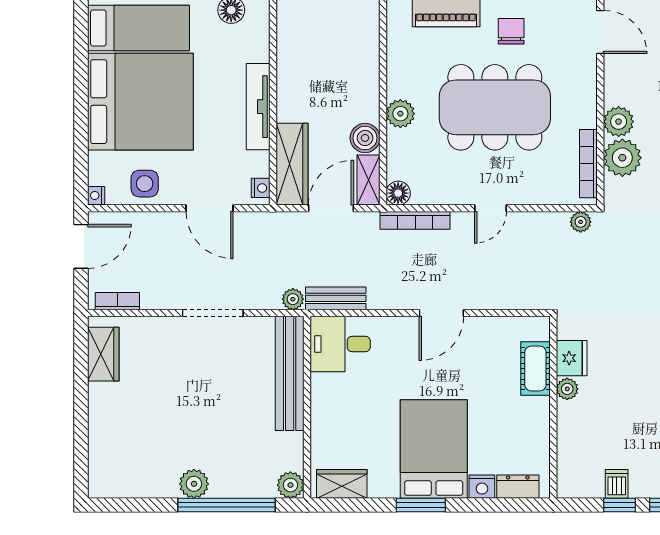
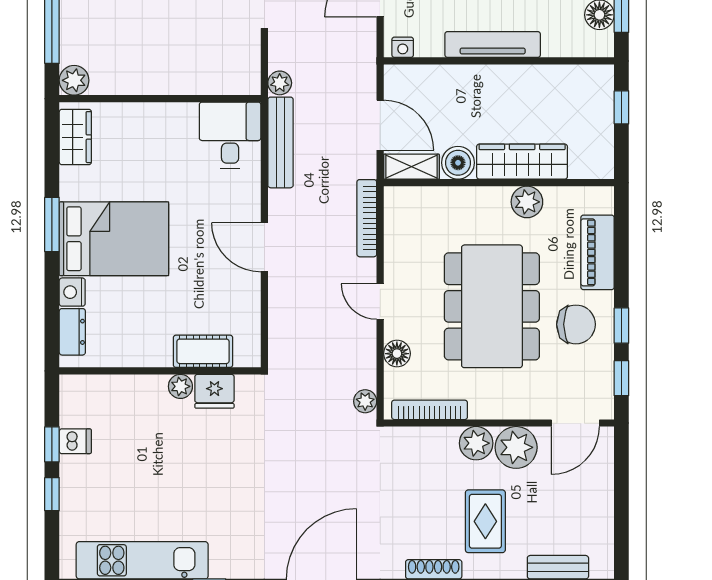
chair: (511, 31) -> (576, 324), width x1.37, depth x1.37
plant: (400, 114) -> (527, 202), moved
plant: (622, 158) -> (516, 447), moved
wardrobe: (292, 164) -> (522, 162), moved, turned 180
floor lamp: (398, 193) -> (397, 354), moved
bench: (336, 298) -> (280, 142), width x1.36
bench: (290, 373) -> (198, 79), removed

